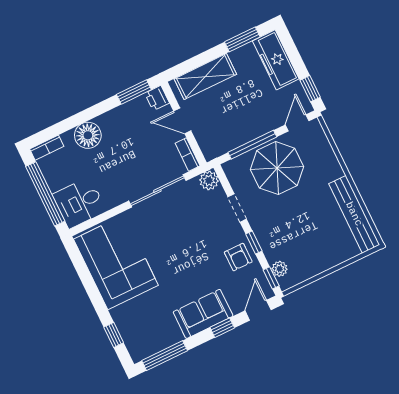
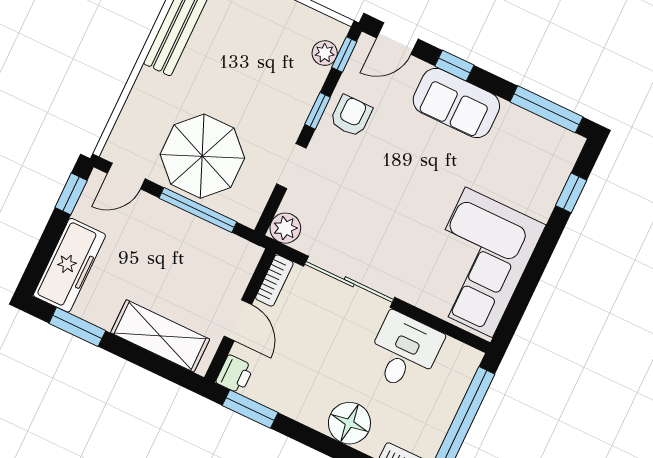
desk: (79, 203) -> (404, 352), moved, turned -90

